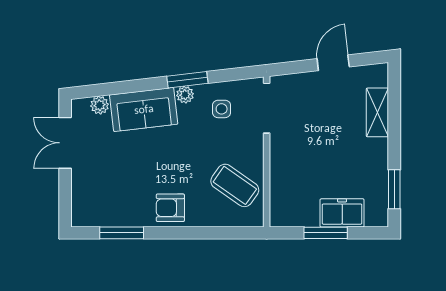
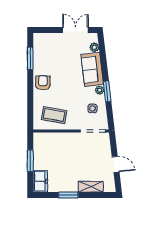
coffee table: (235, 185) -> (54, 115), turned 65
window: (394, 189) -> (68, 195), moved
freezer: (342, 213) -> (40, 181), moved

